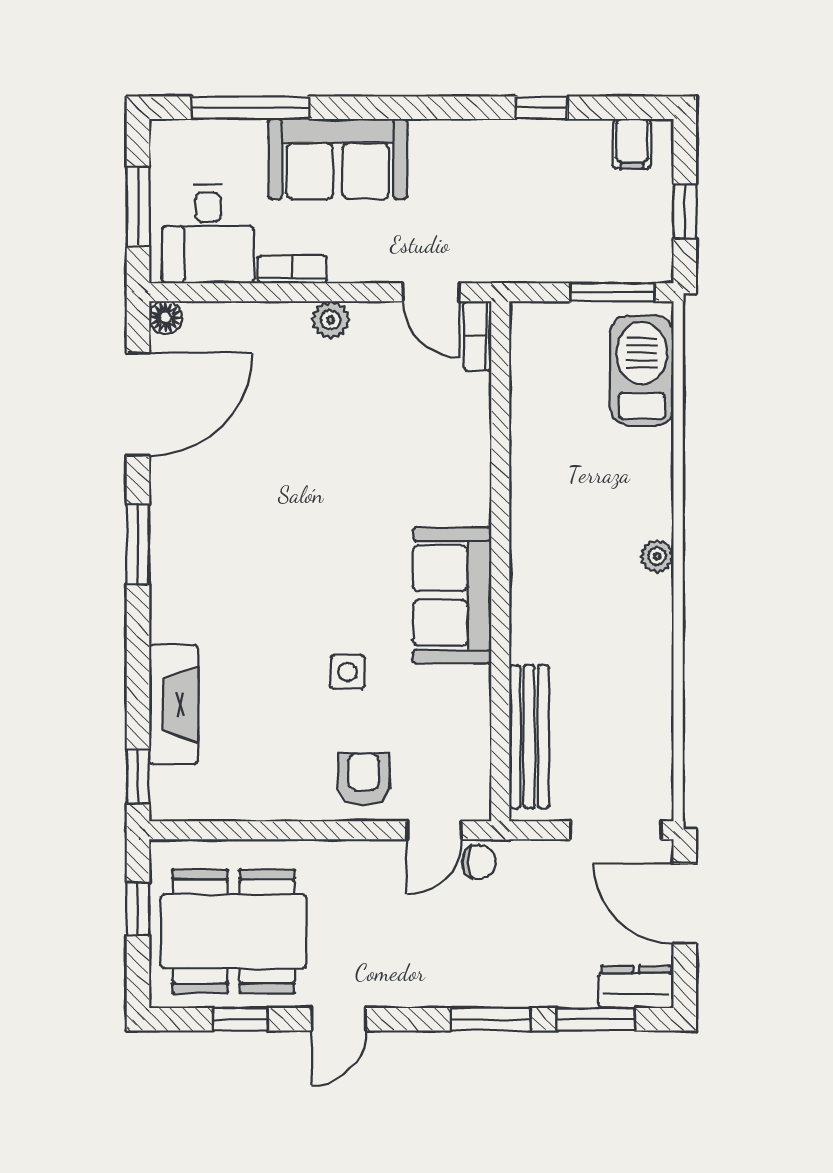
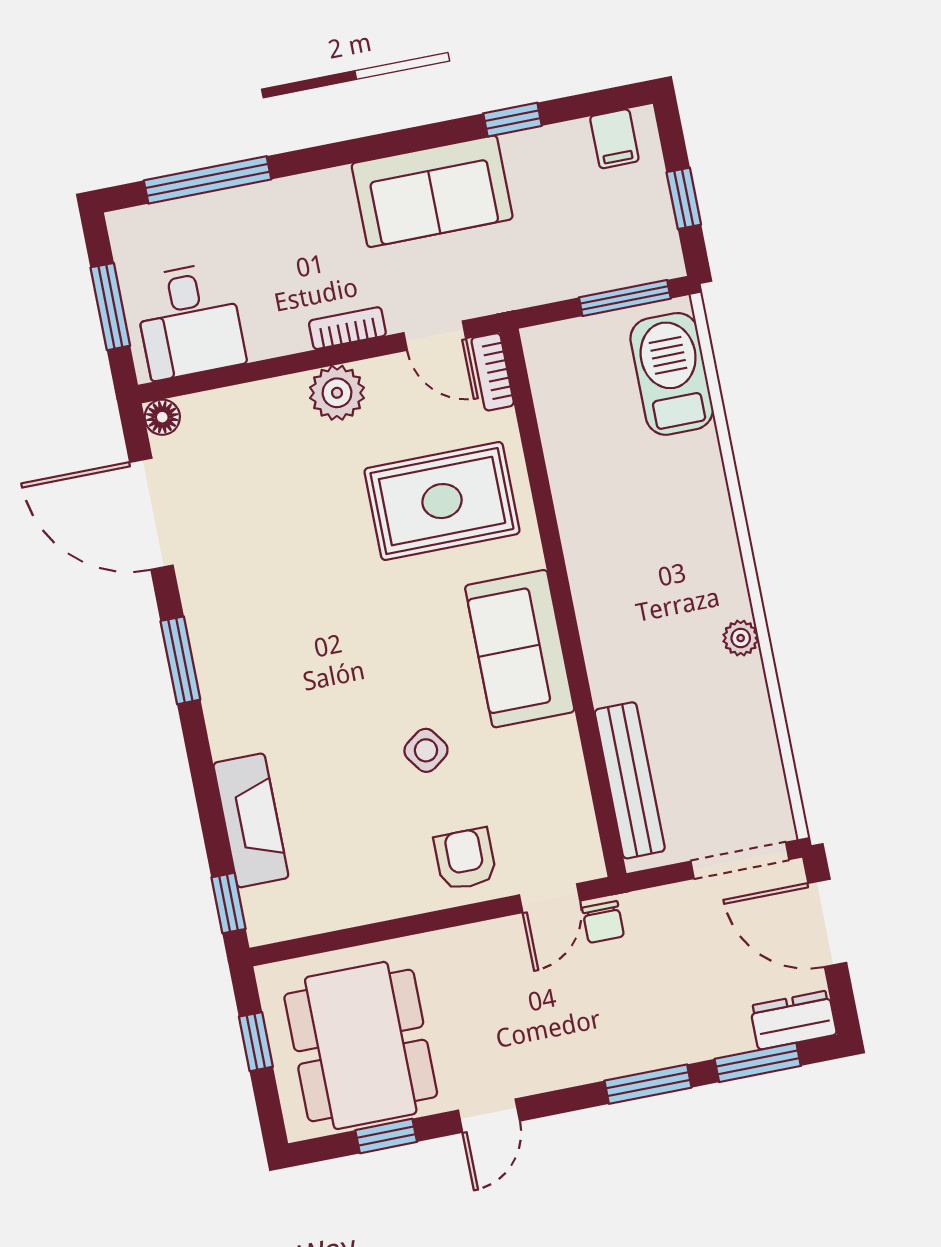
sofa: (338, 159) -> (432, 191), moved
bookcase: (292, 269) -> (347, 328), moved
plant: (331, 320) -> (337, 393), width x1.38, depth x1.38
door: (138, 404) -> (151, 514), swing flipped
rug: (407, 446) -> (442, 501), added
plant: (657, 556) -> (741, 638), moved
side table: (347, 672) -> (426, 750), turned -36
chair: (479, 862) -> (603, 922), turned 90
dining table: (234, 931) -> (361, 1045), turned 90

